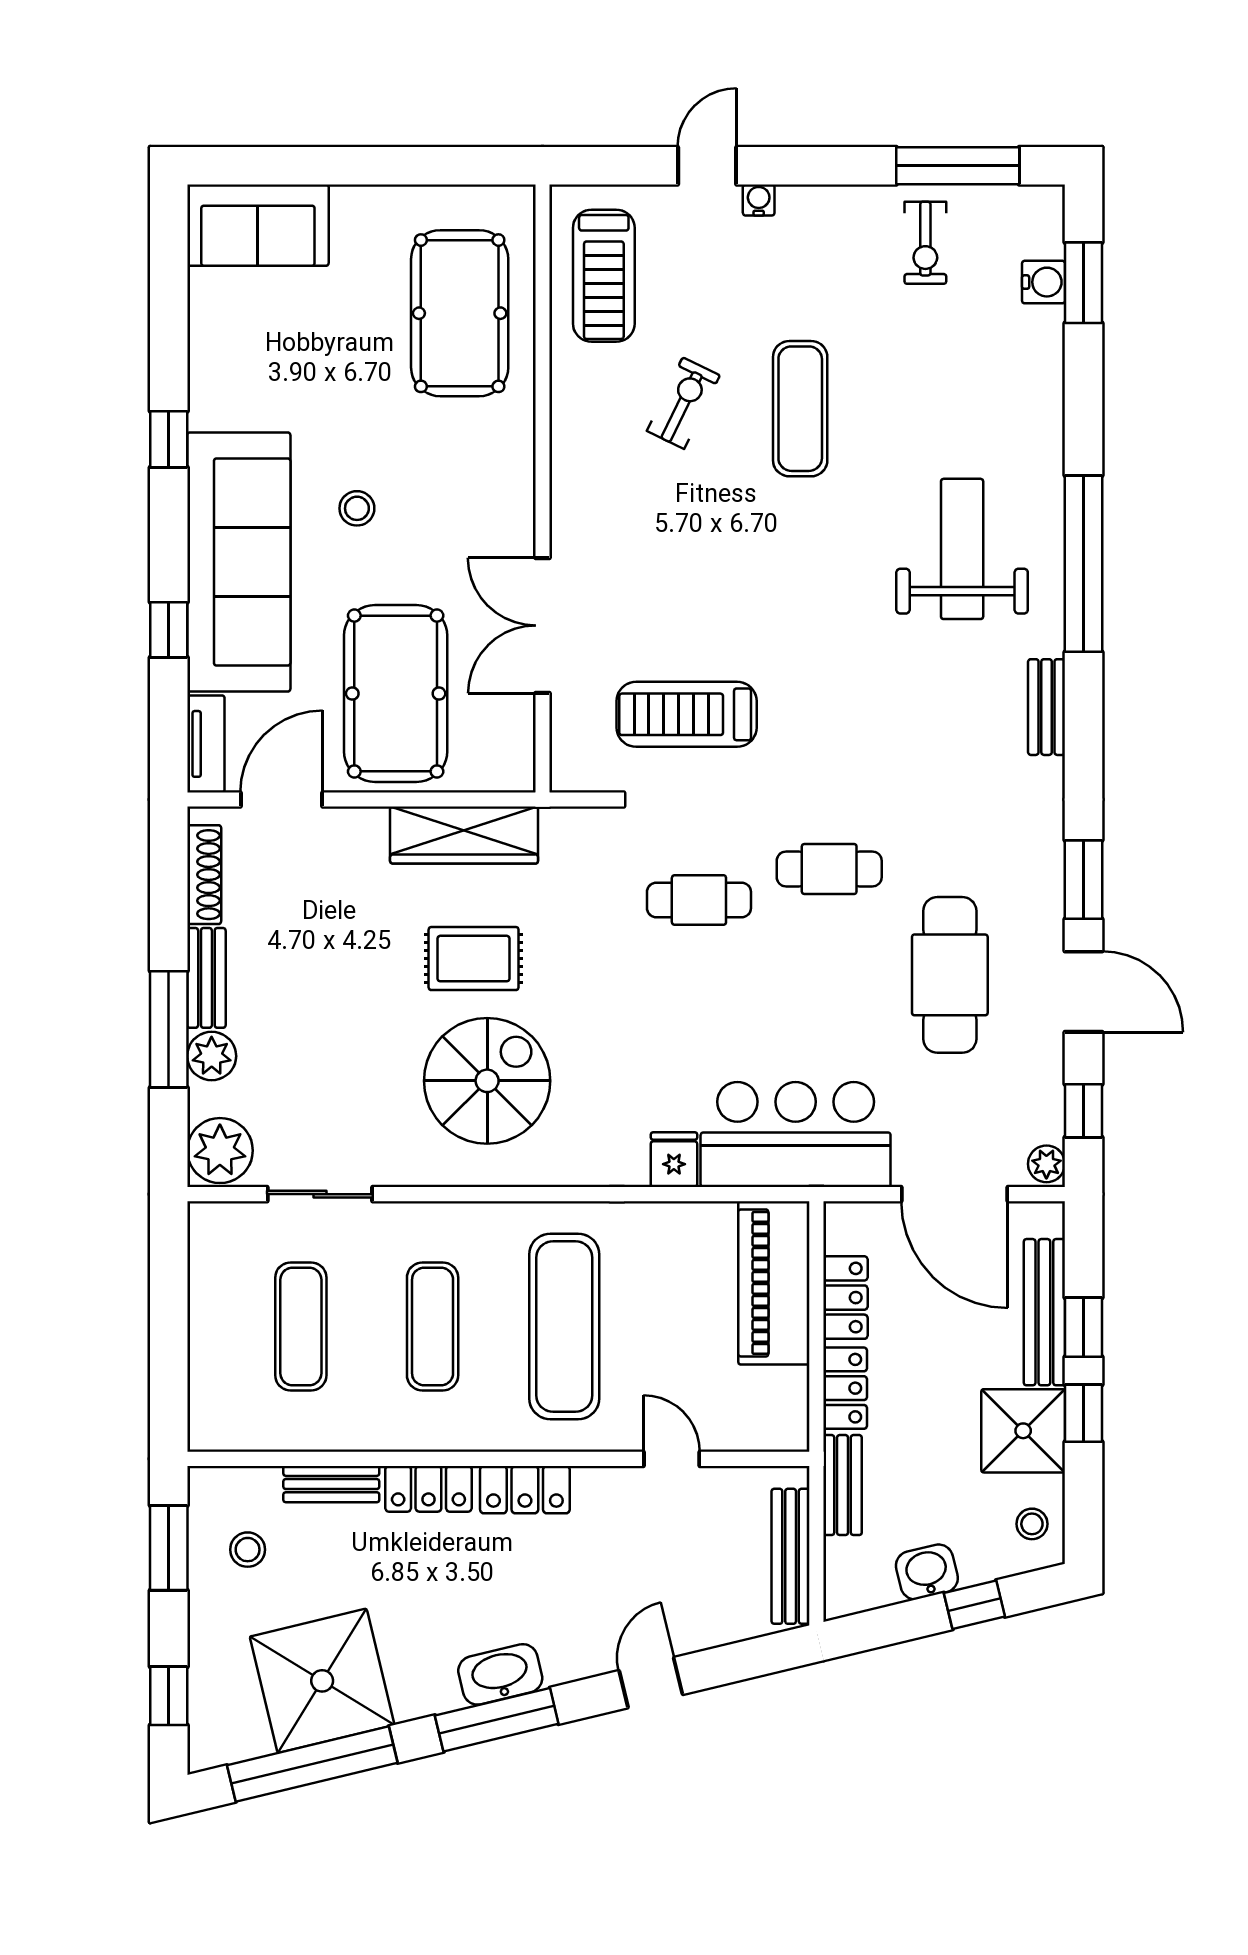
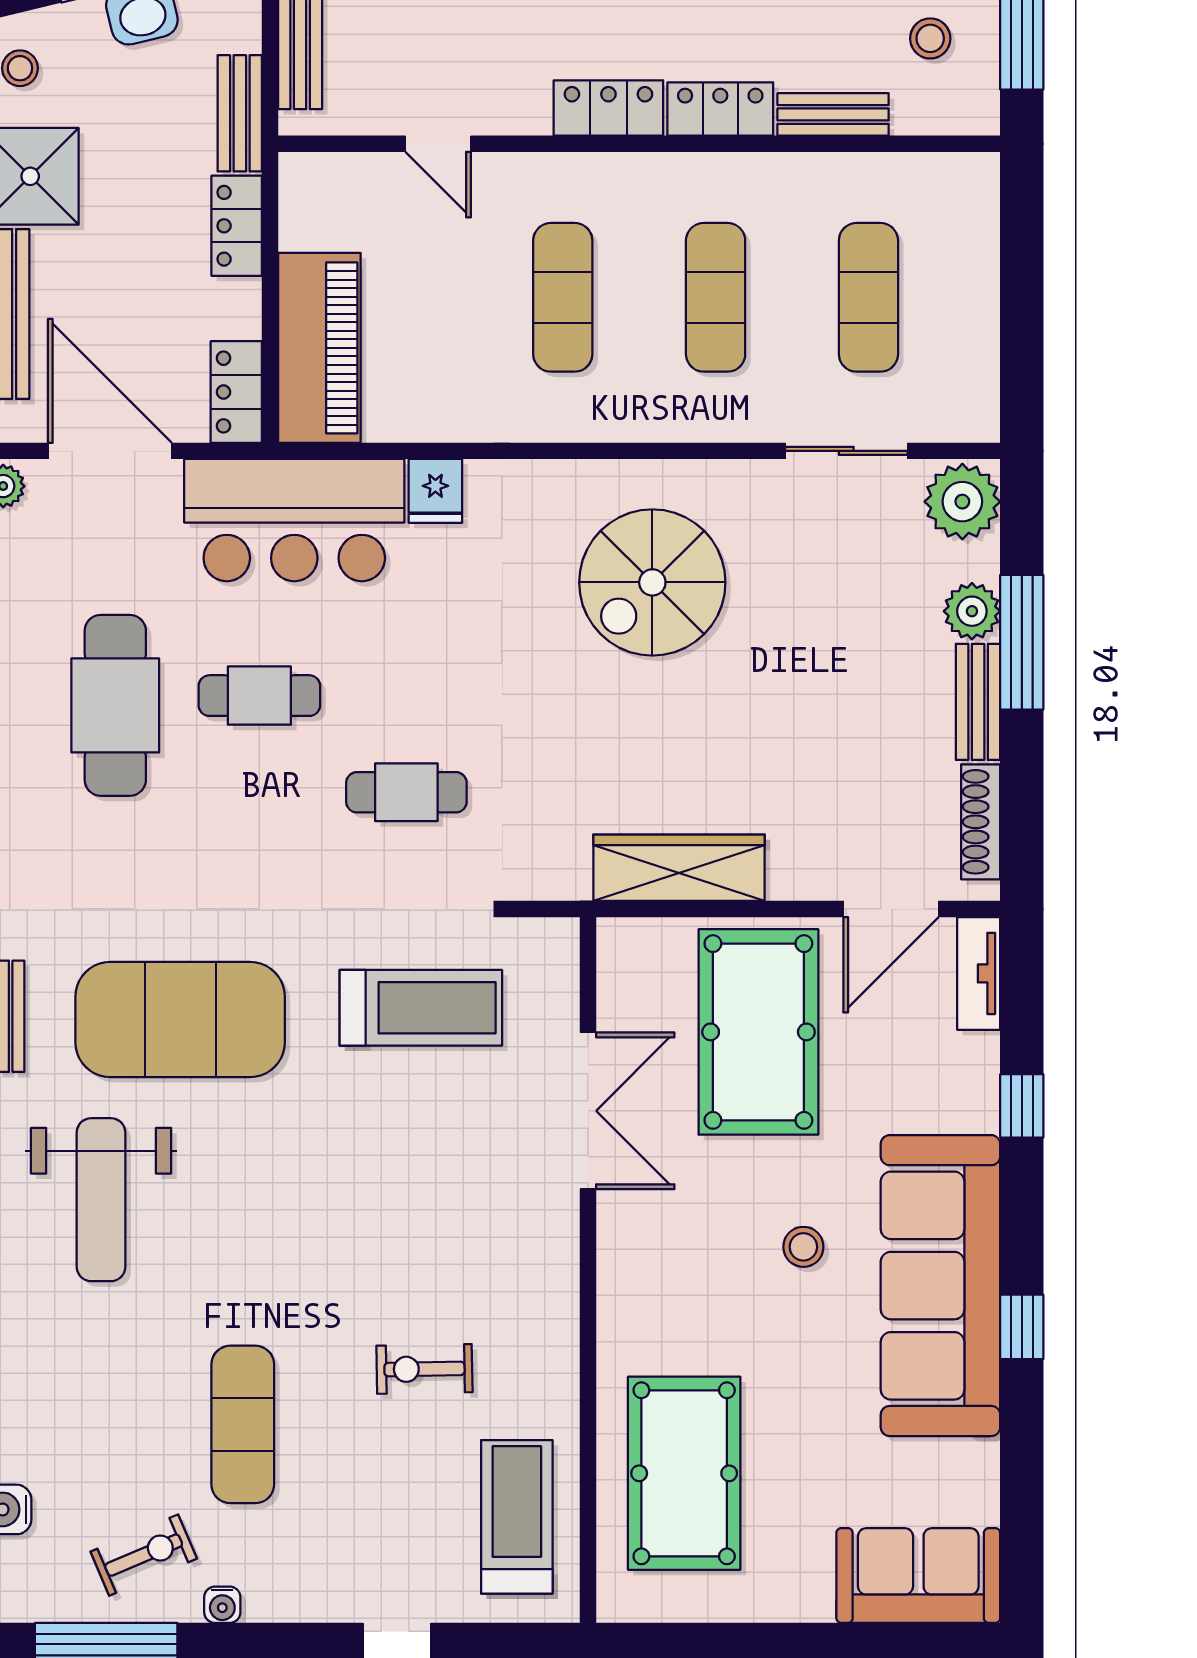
water cooler: (759, 200) -> (222, 1605), moved
exercise bike: (925, 243) -> (144, 1555), turned 67
exercise bike: (683, 403) -> (424, 1369), turned 63
exercise mat: (800, 409) -> (243, 1424), moved
sofa: (239, 562) -> (940, 1286), moved
exercise mat: (894, 704) -> (180, 1020), added
cafe table: (829, 869) -> (259, 696), moved
rug: (474, 959) -> (668, 724), removed
locker: (846, 1298) -> (236, 392), moved
exercise mat: (564, 1326) -> (563, 297), width x0.73, depth x0.69

